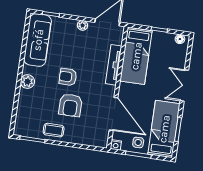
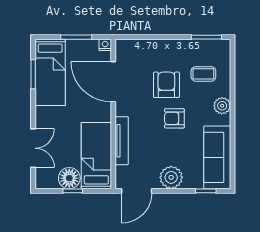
plant: (82, 25) -> (171, 177), width x1.88, depth x1.88
floor lamp: (180, 39) -> (69, 178), moved, width x1.89, depth x1.89
armchair: (68, 77) -> (174, 118), turned 180
double door: (184, 86) -> (33, 148), moved
coffee table: (54, 130) -> (203, 74), moved
side table: (138, 142) -> (79, 52), removed

